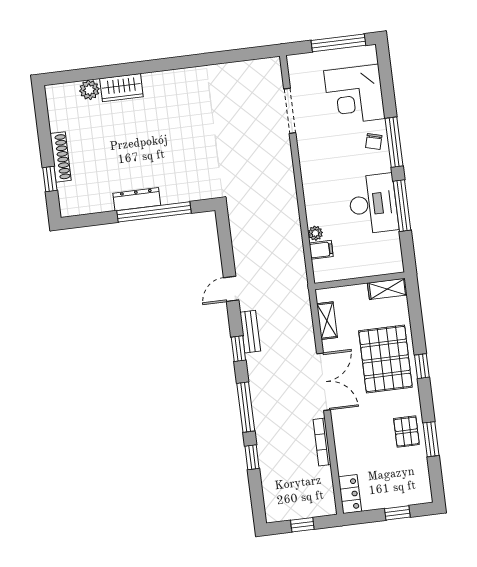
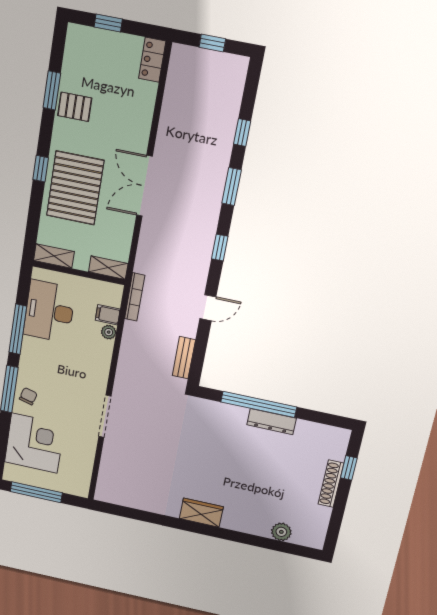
wardrobe: (121, 88) -> (201, 513), moved
doorway: (290, 111) -> (105, 416), moved
desk: (373, 204) -> (49, 311), moved
shelving: (327, 321) -> (108, 268), moved, turned 90
bench: (250, 332) -> (184, 358), moved
window: (246, 407) -> (232, 187), width x0.69
pallet: (406, 432) -> (75, 107), turned 90
bookcase: (322, 442) -> (135, 297), moved

